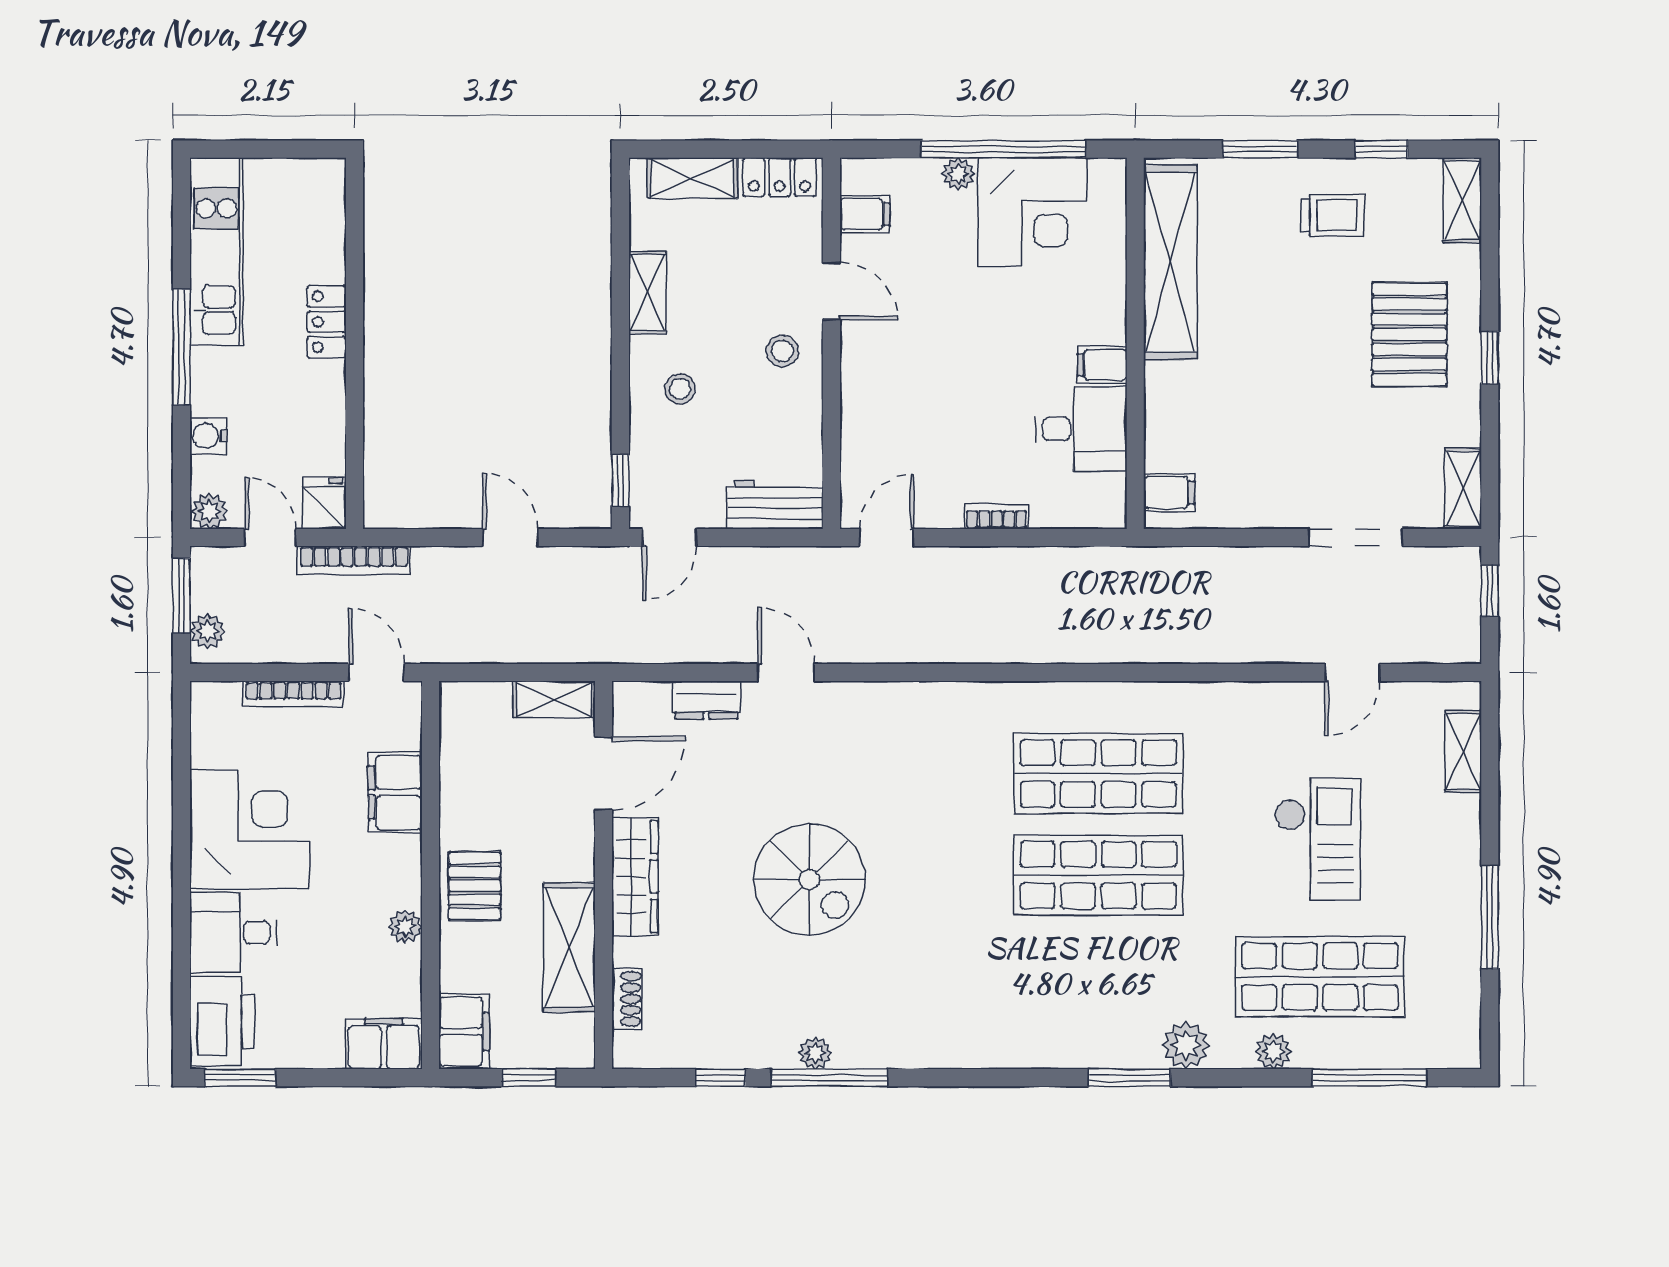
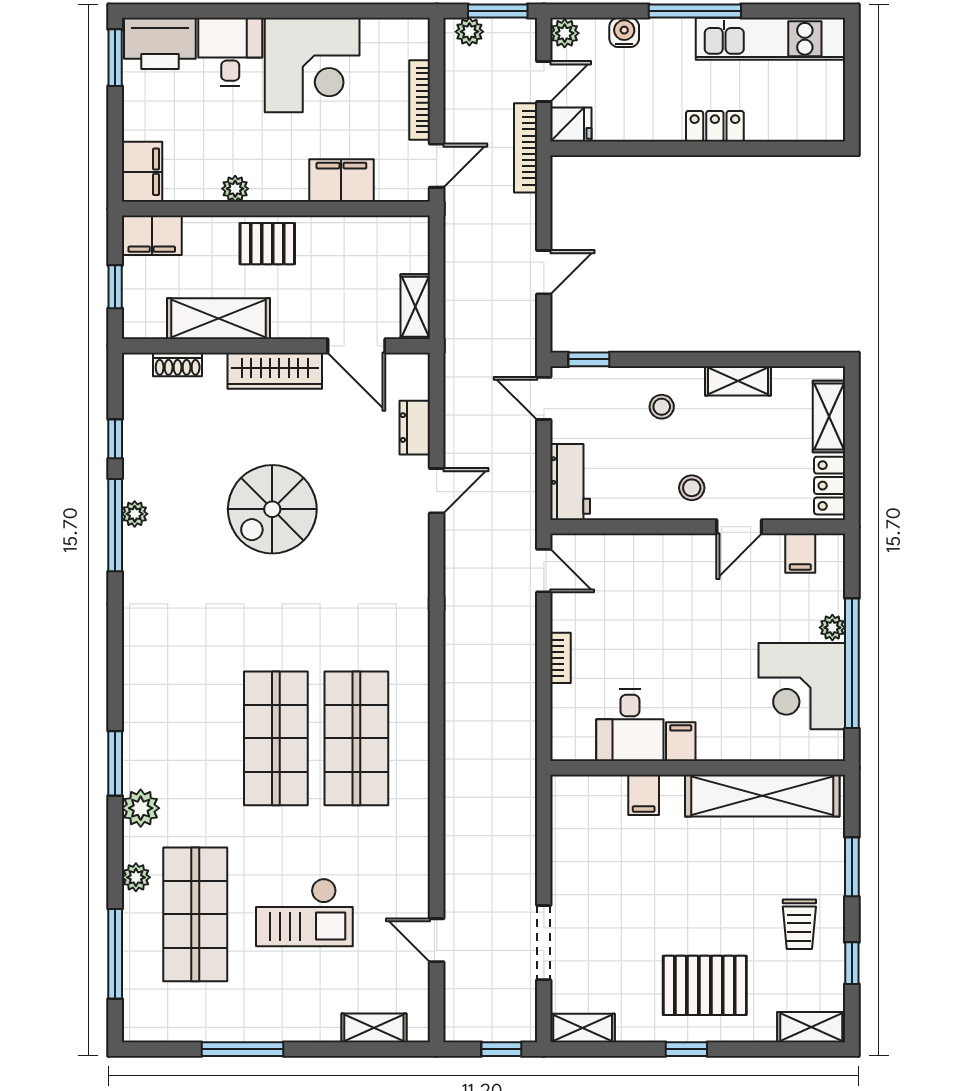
filing cabinet: (1169, 492) -> (644, 795), moved

